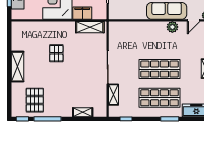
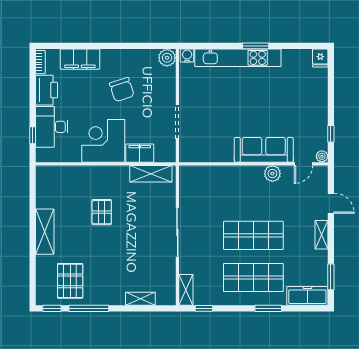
shelving: (113, 95) -> (186, 290), moved

